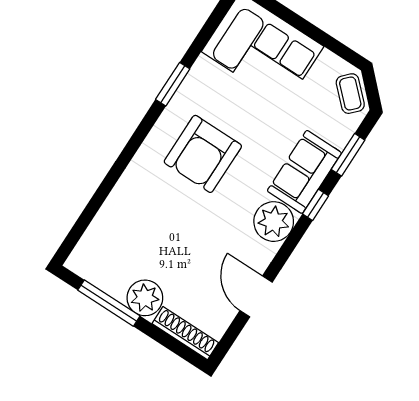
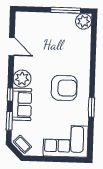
armchair: (203, 154) -> (64, 88), turned 90
plant: (145, 298) -> (84, 21), moved
shoe rack: (185, 333) -> (30, 16), removed

